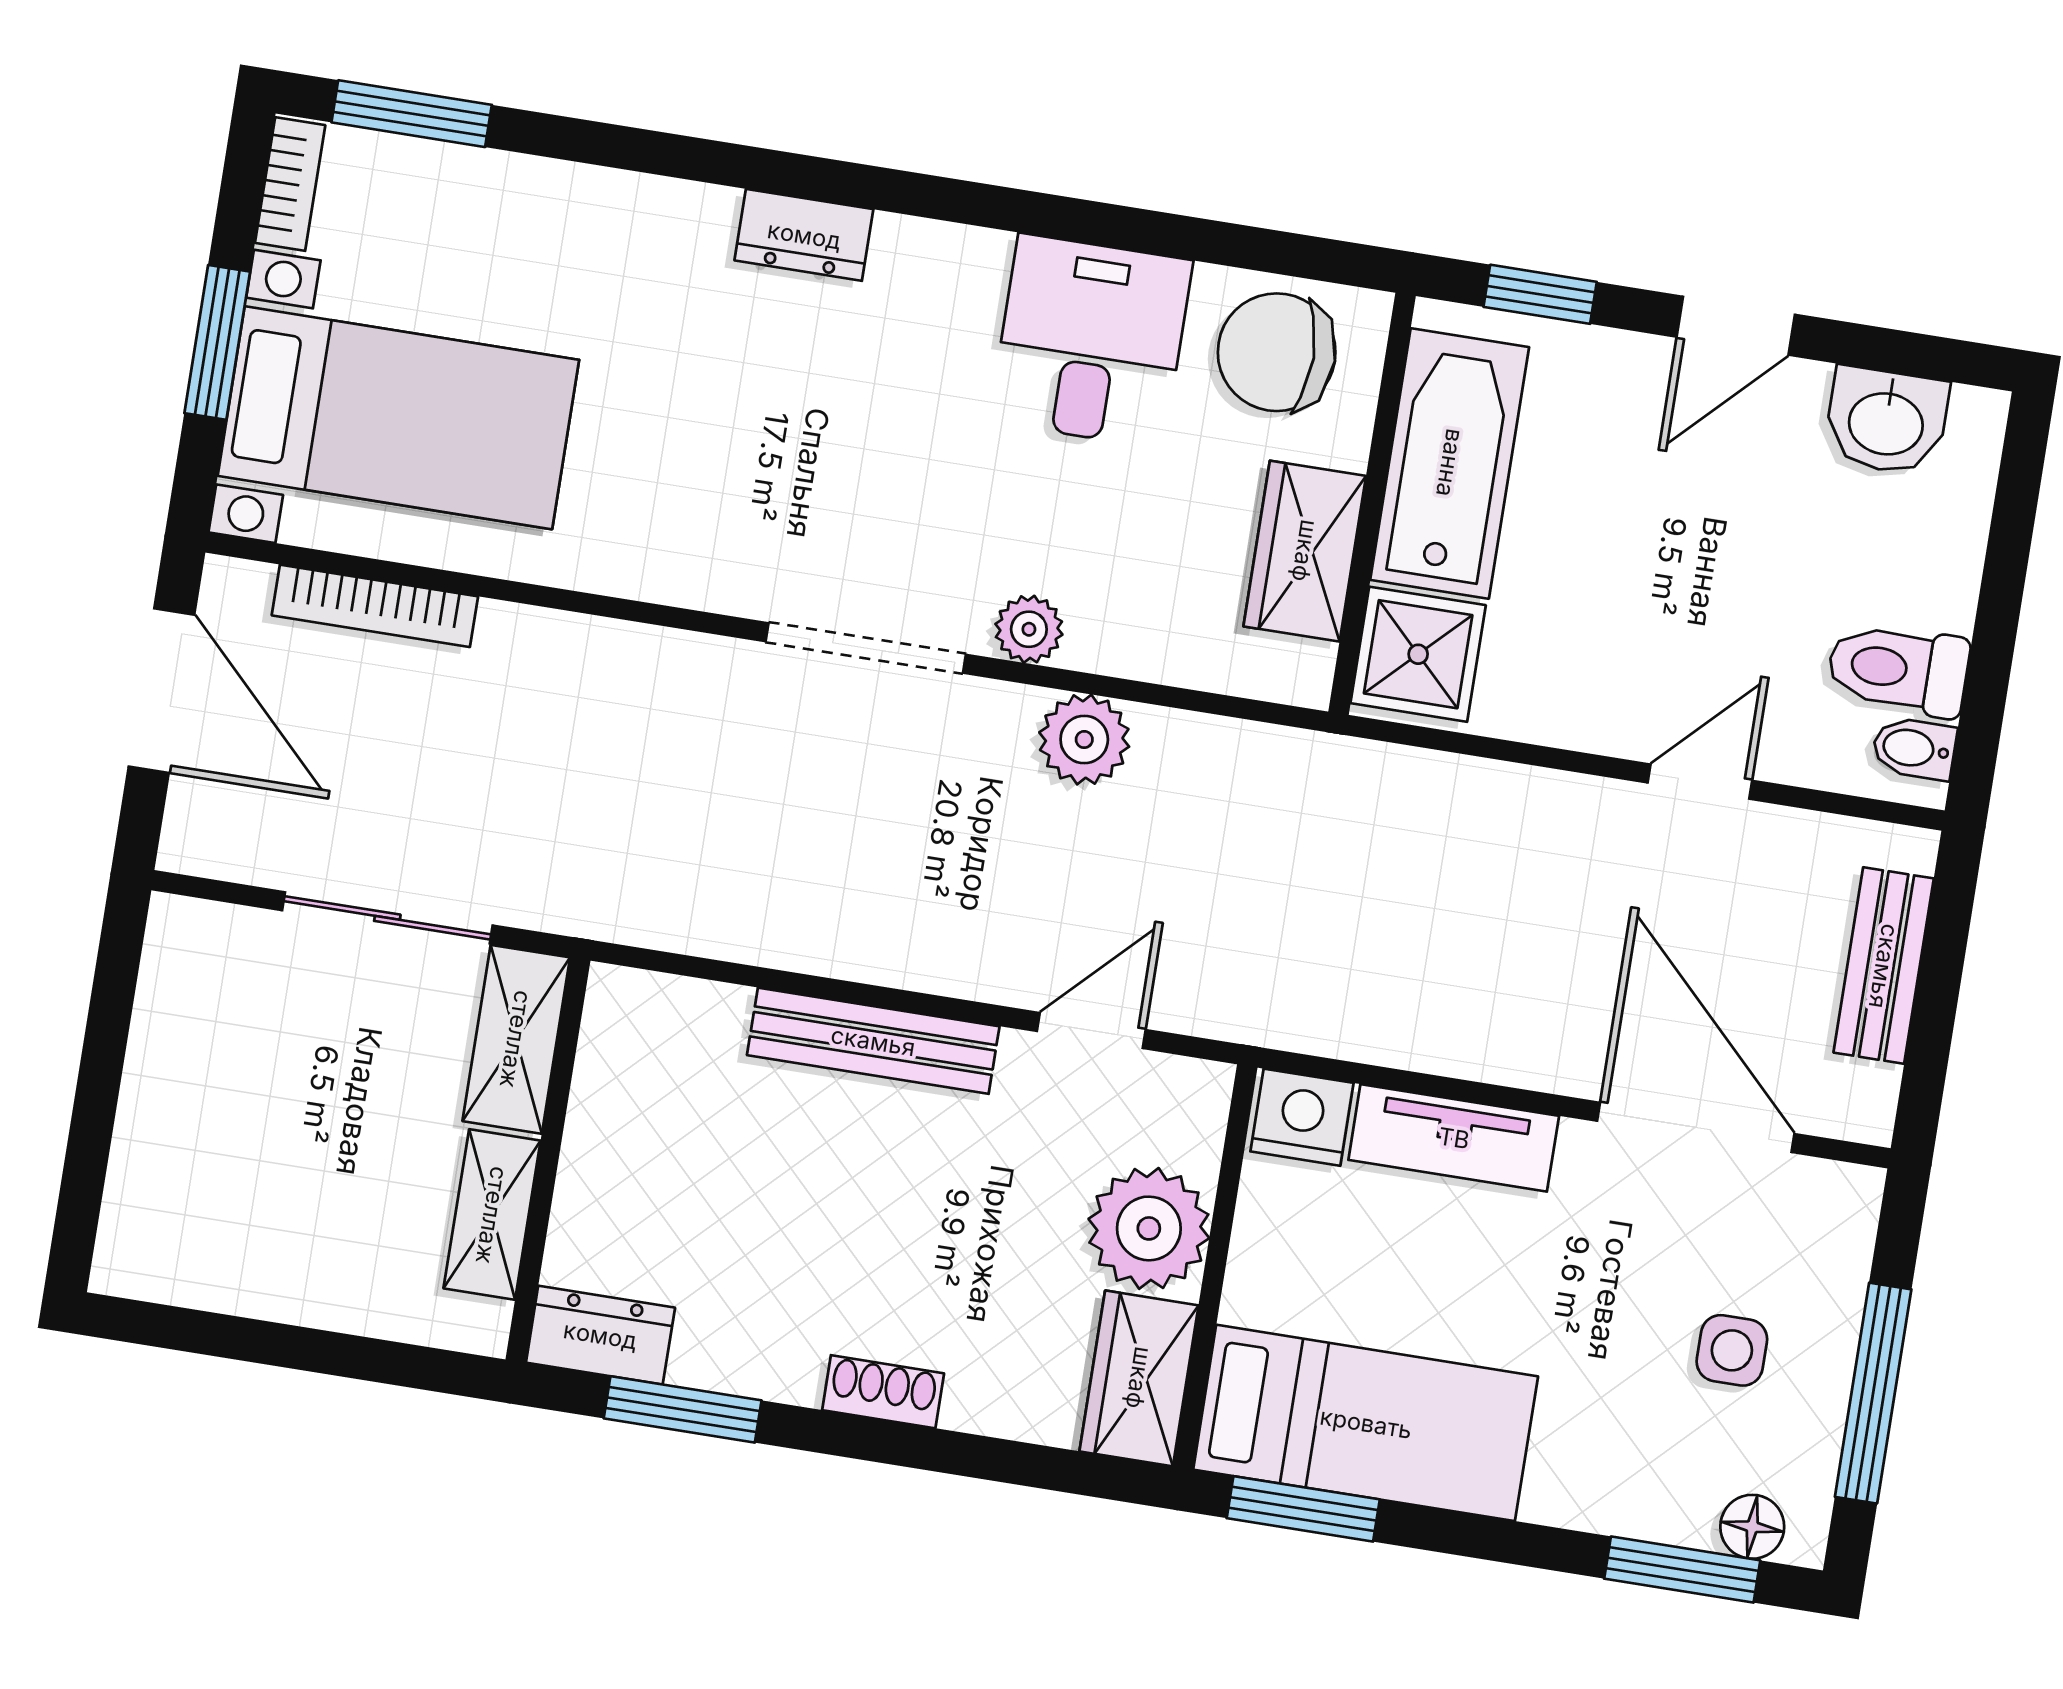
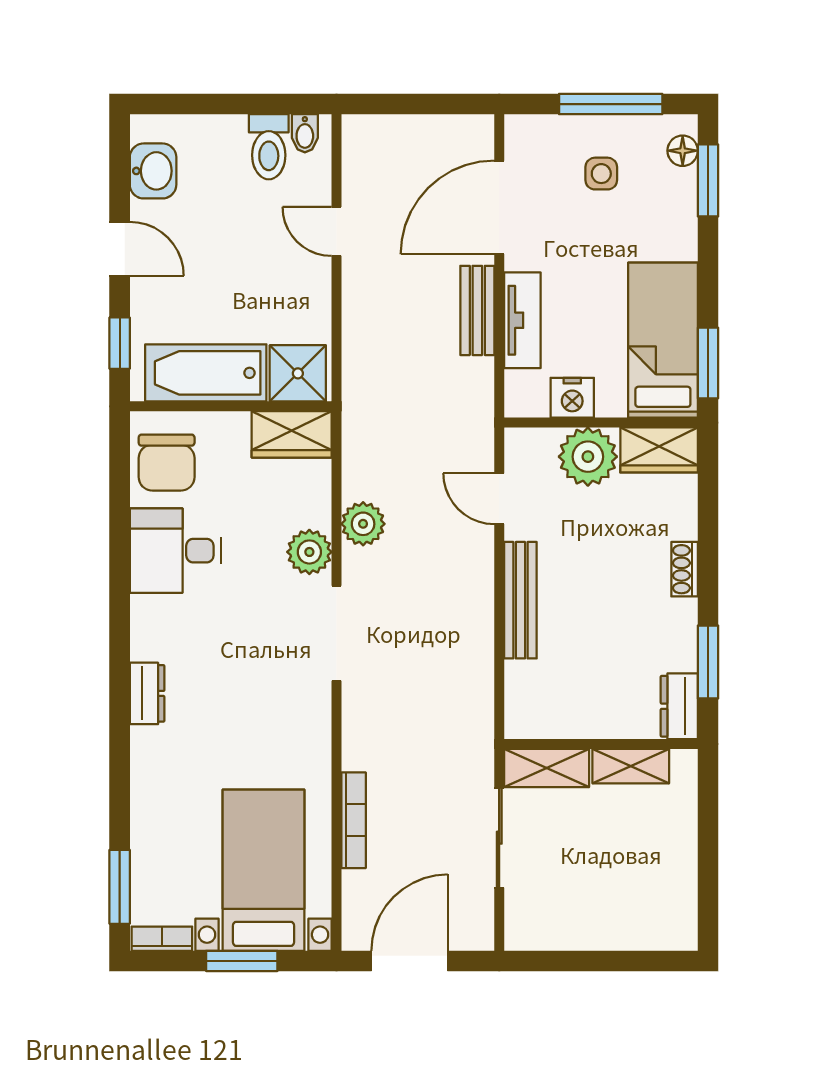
wardrobe: (1305, 551) -> (292, 434), moved
bookcase: (375, 606) -> (354, 820), moved
plant: (1029, 629) -> (309, 552), width x1.38, depth x1.38
bench: (1884, 966) -> (477, 310), moved, turned 90
nightstand: (1302, 1117) -> (572, 398), moved, turned -90

